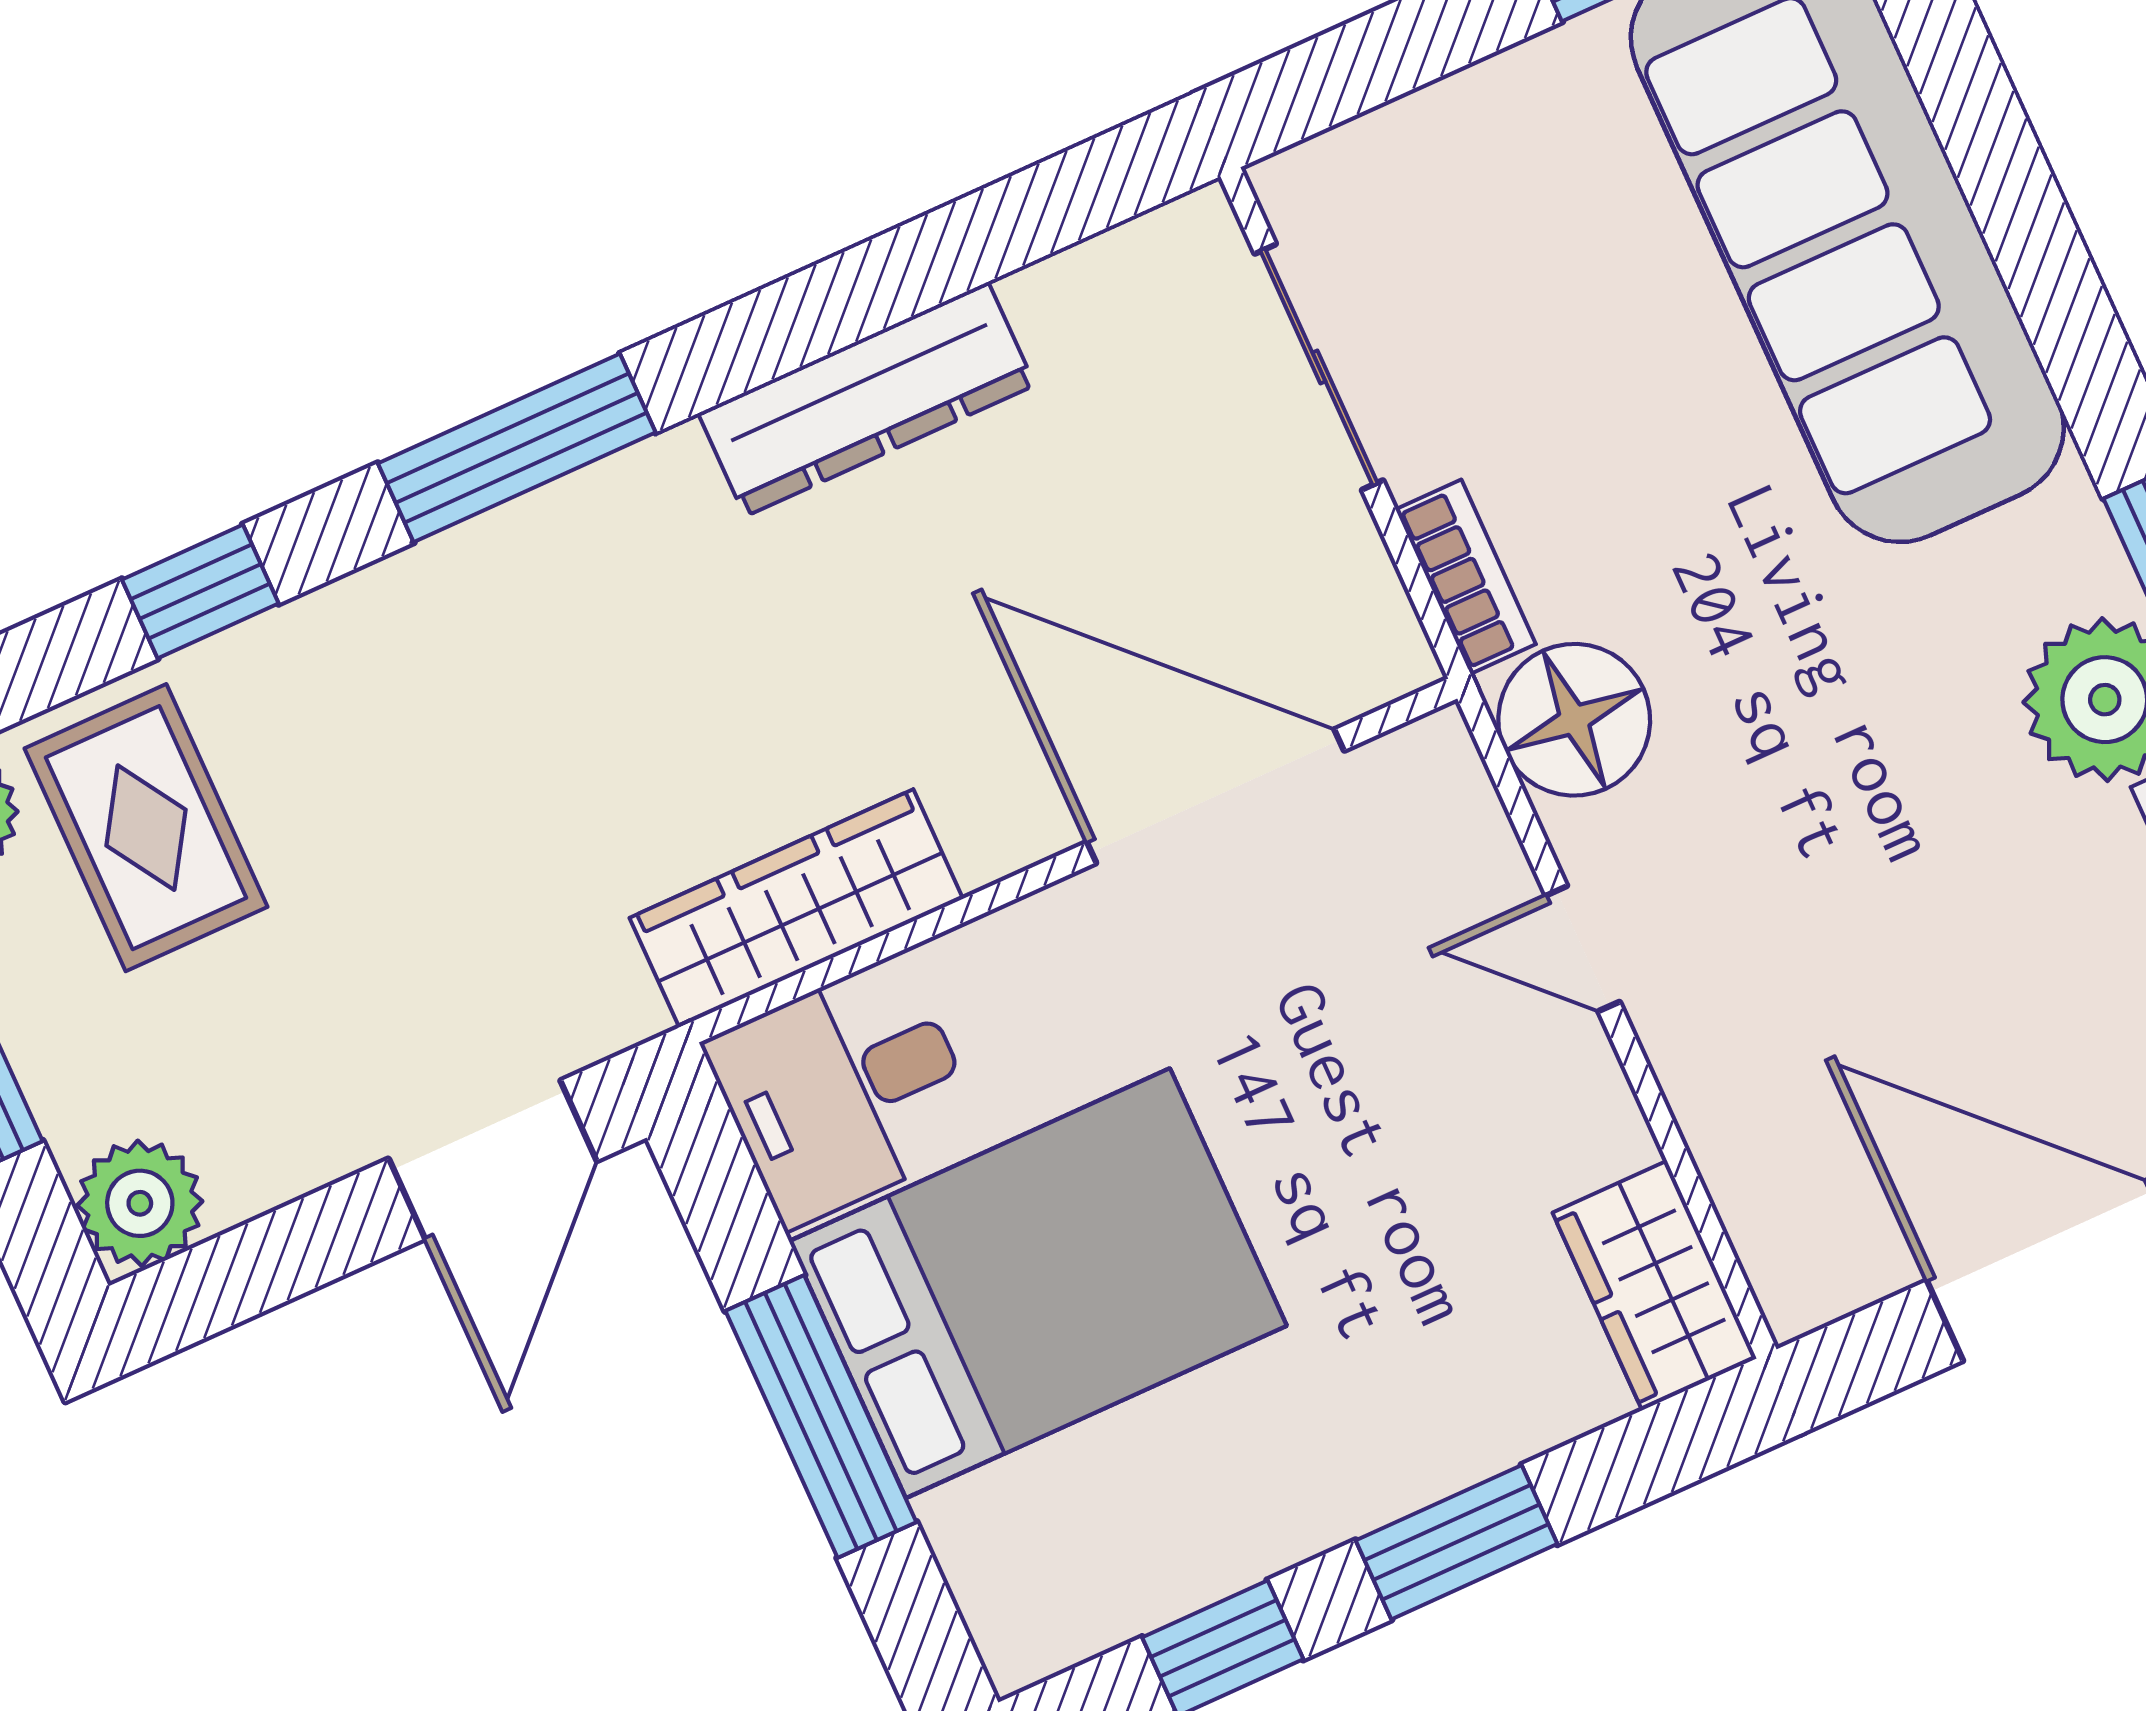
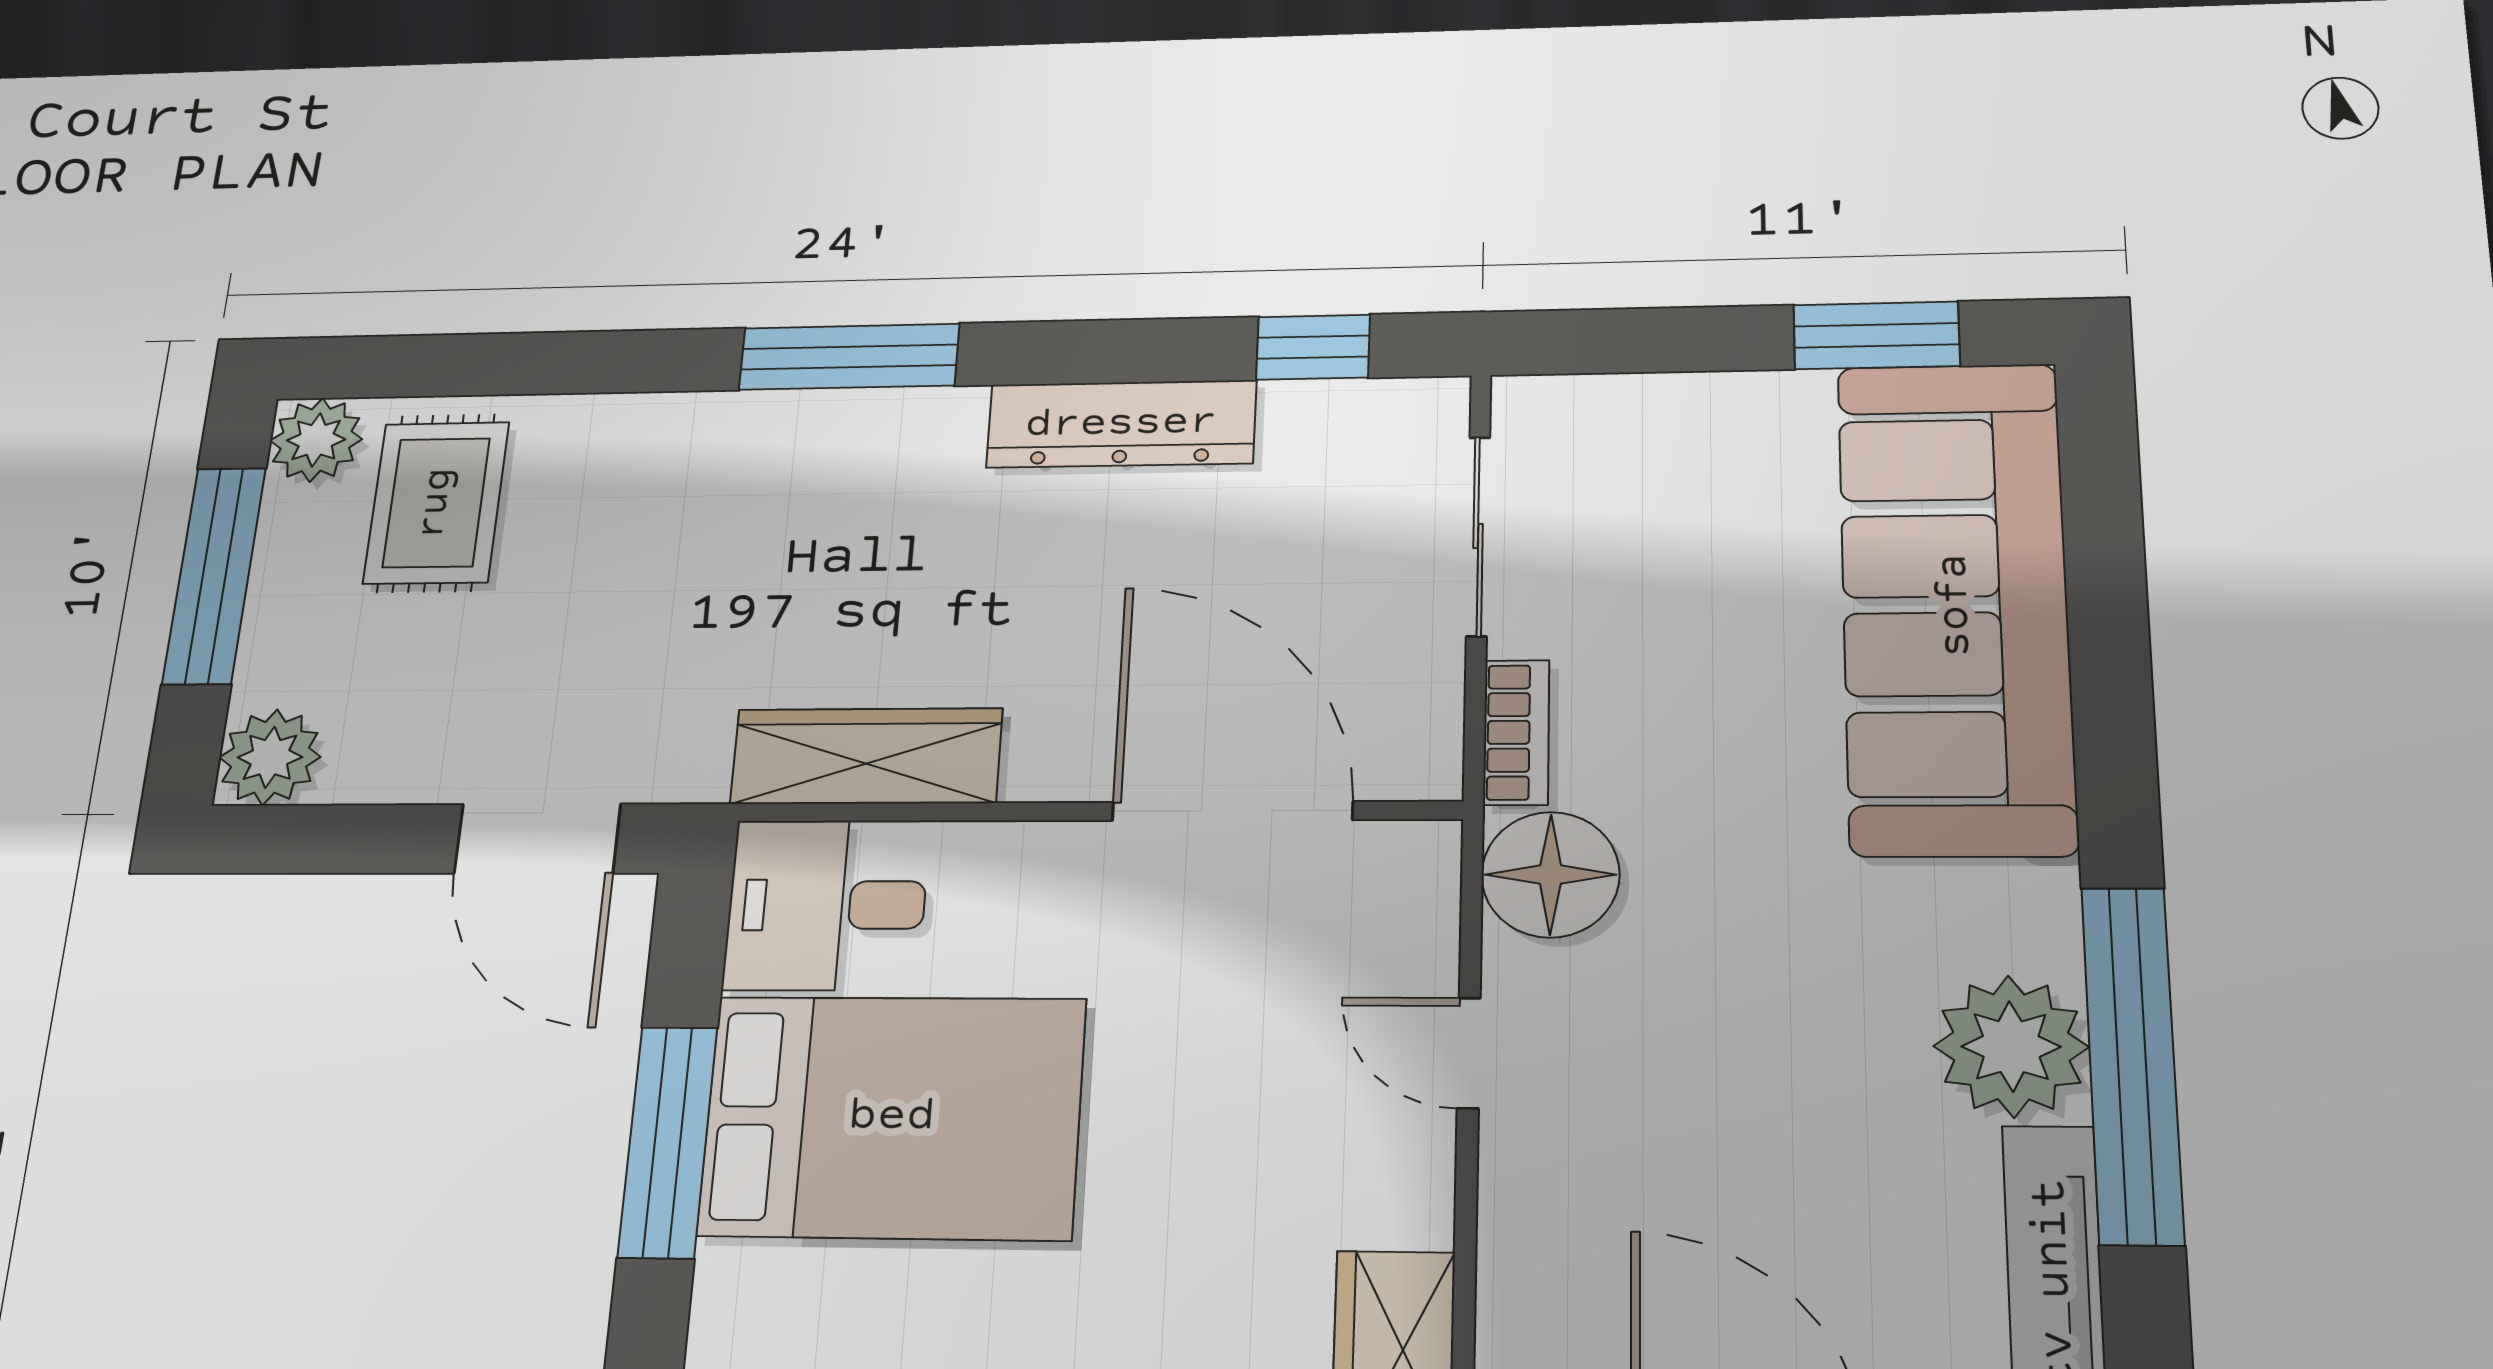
window: (200, 591) -> (1313, 347), moved
door: (493, 1160) -> (537, 839), hinge flipped

